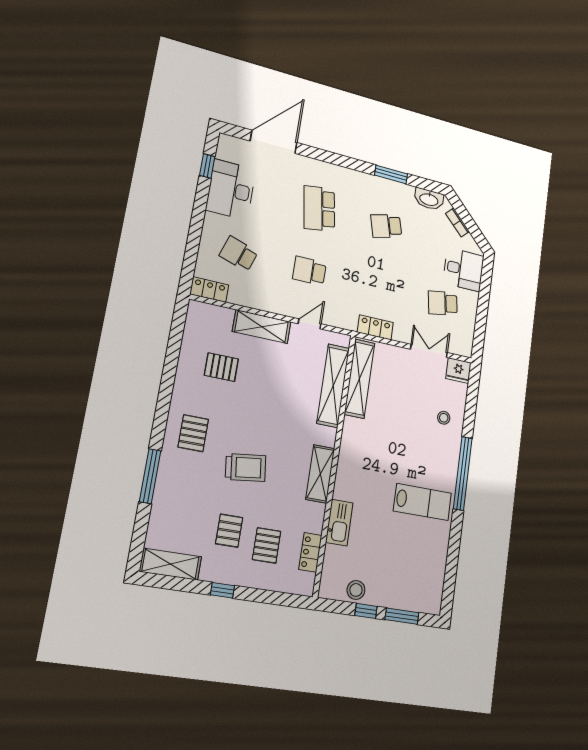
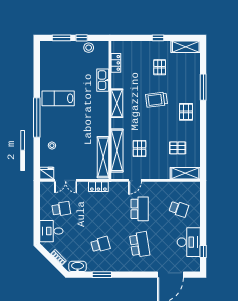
school desk: (309, 271) -> (140, 209), width x1.85
locker: (209, 290) -> (191, 186), removed
shelving: (262, 327) -> (185, 173), moved
pallet: (267, 545) -> (139, 149), moved

